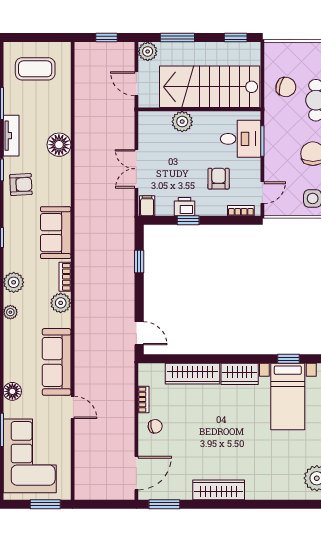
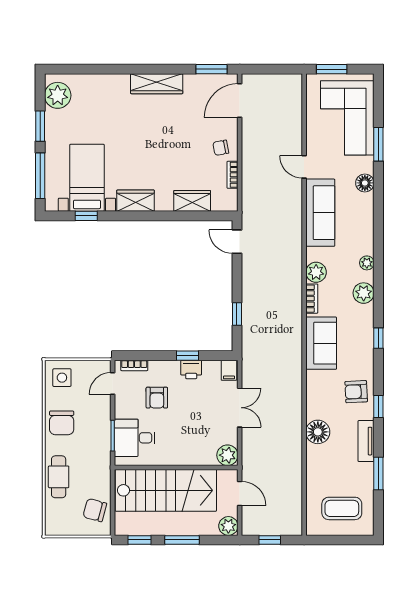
window: (177, 38) -> (182, 540), moved
chair: (286, 87) -> (95, 510), moved
plant: (182, 122) -> (227, 455), moved
wardrobe: (193, 374) -> (192, 201), width x0.67

